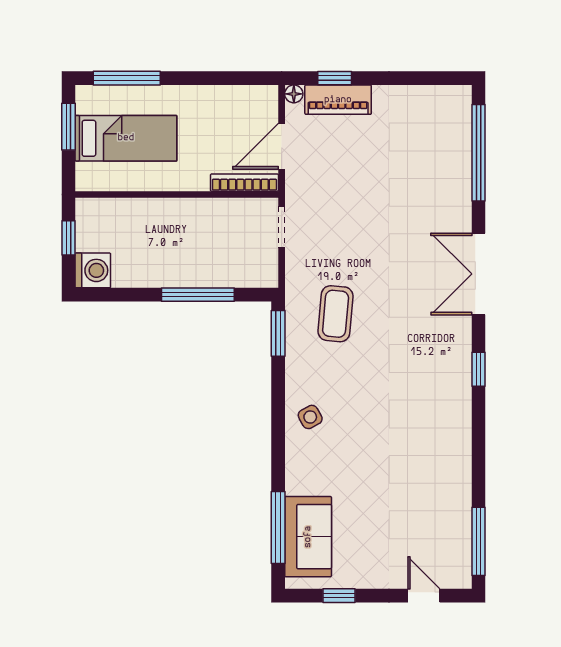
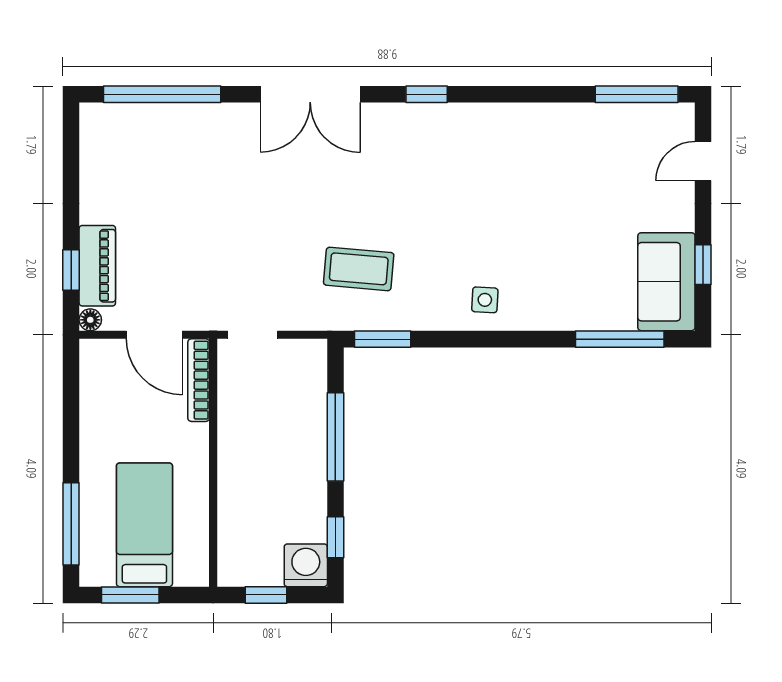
window: (116, 295) -> (335, 537), added
side table: (310, 417) -> (485, 300), turned 32
sofa: (308, 537) -> (666, 282), moved, turned -90

